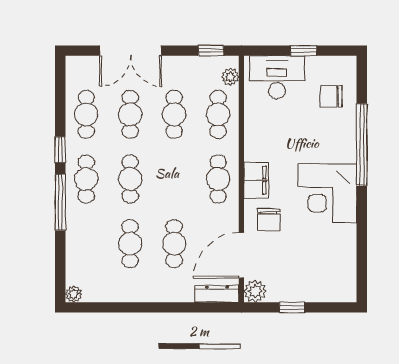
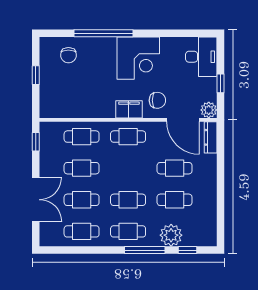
plant: (230, 77) -> (55, 128), removed
desk: (277, 77) -> (201, 57), moved, turned 180
window: (60, 150) -> (188, 250), moved
plant: (74, 294) -> (171, 235), moved, width x1.88, depth x1.88

